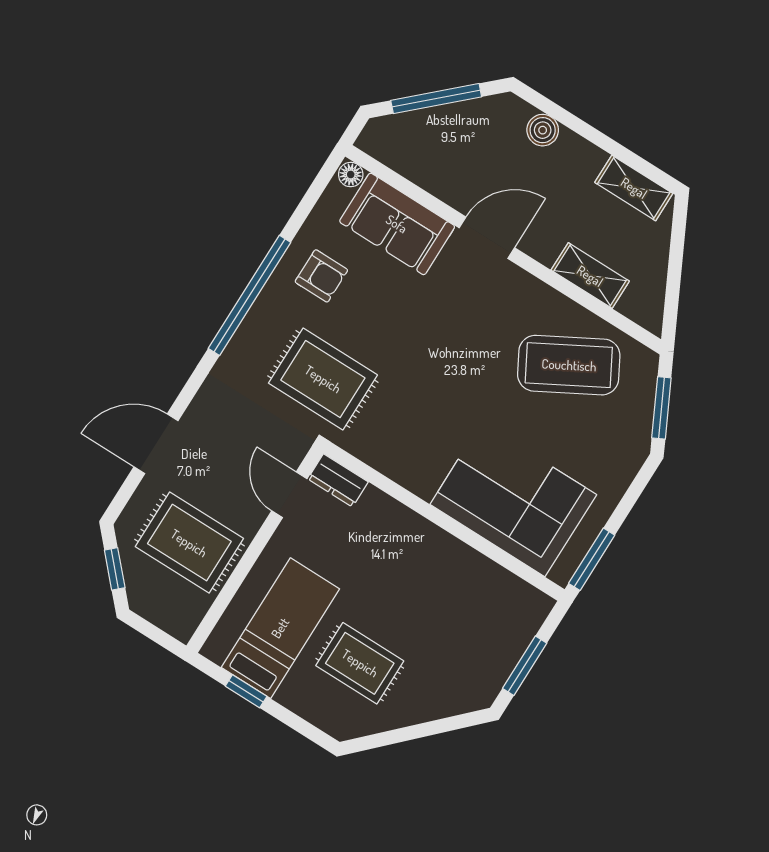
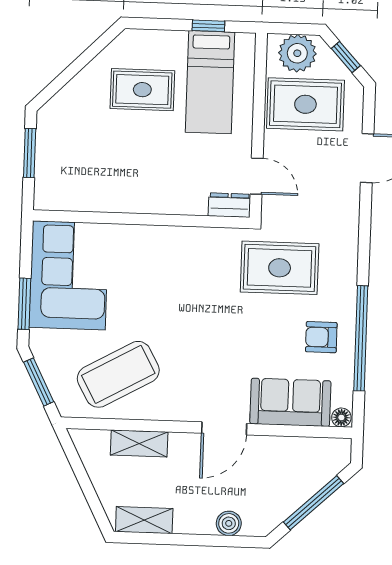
window: (249, 295) -> (361, 338), moved
corner sofa: (513, 500) -> (69, 275), moved, turned -90
window: (592, 559) -> (24, 304), moved
plant: (166, 604) -> (297, 53), added

